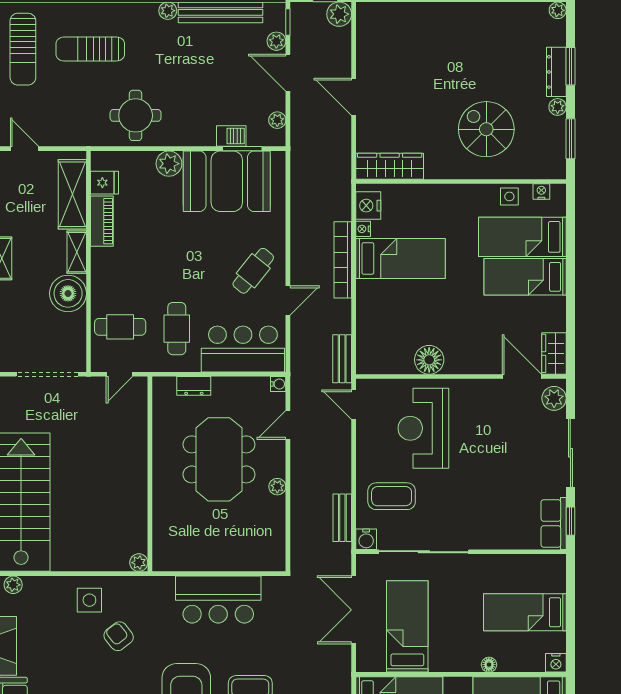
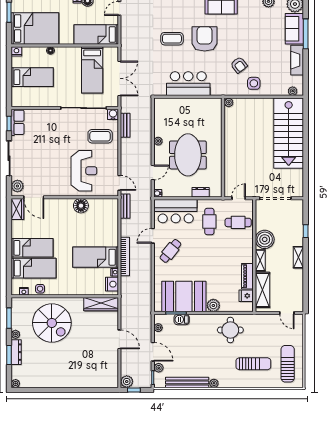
spiral stairs: (486, 129) -> (52, 323), width x1.37, depth x1.37

